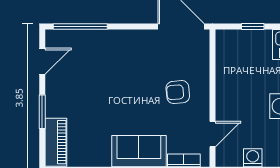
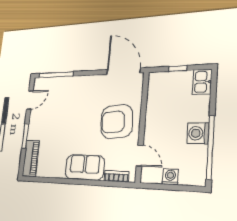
armchair: (178, 92) -> (117, 122), width x1.88, depth x1.88
door: (212, 134) -> (140, 156), hinge flipped

